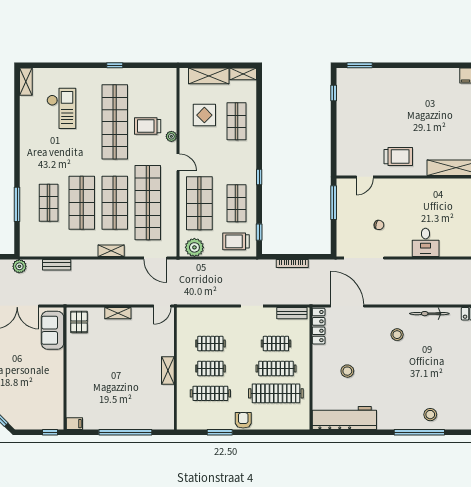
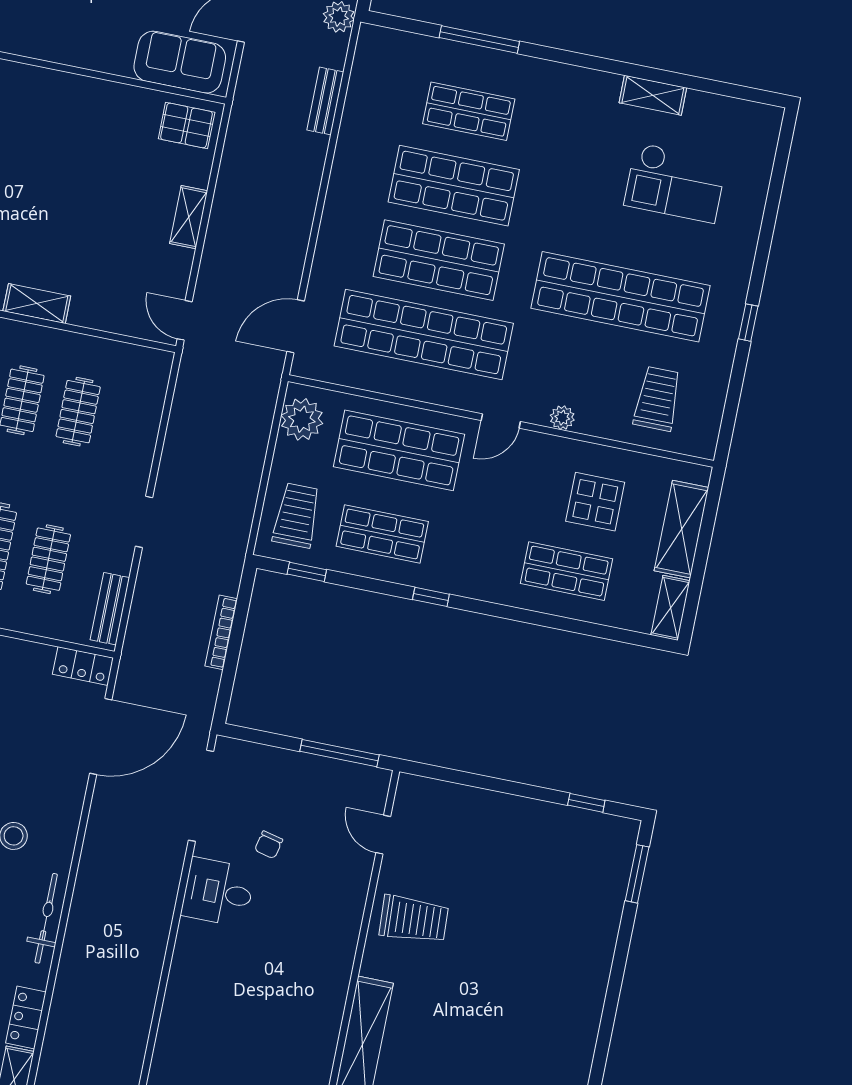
shelving: (26, 82) -> (653, 95), moved
trolley: (148, 126) -> (657, 399), moved
trolley: (398, 157) -> (414, 919), turned -93
desk: (426, 242) -> (218, 892), moved
shelving: (111, 251) -> (332, 230), removed
locker: (319, 326) -> (83, 666), width x0.66

